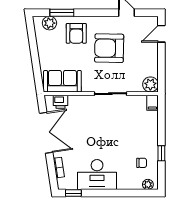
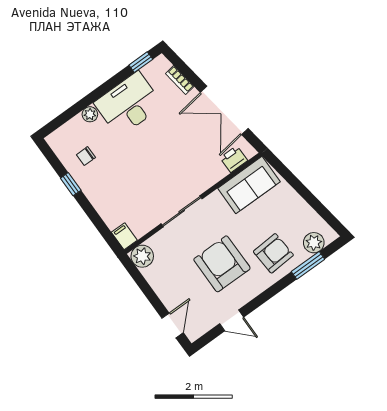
armchair: (76, 33) -> (273, 253), turned 86
armchair: (109, 48) -> (222, 264), turned -91
plant: (148, 184) -> (90, 114), moved

